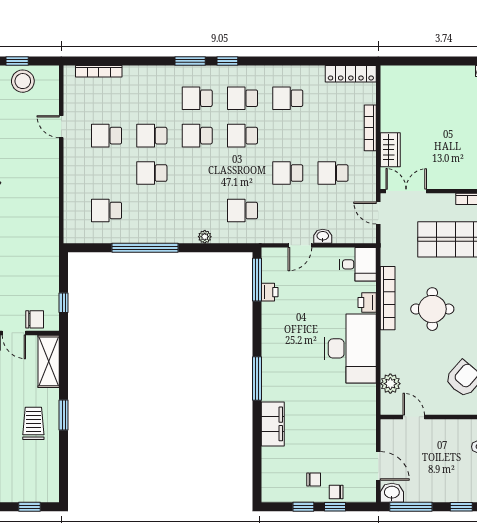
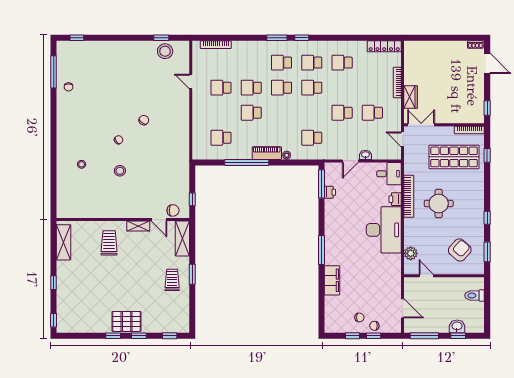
piano: (175, 234) -> (267, 153), added
washbasin: (392, 493) -> (457, 326), moved

